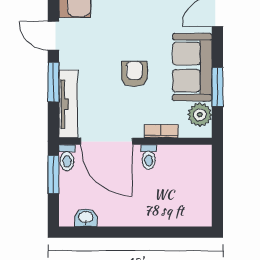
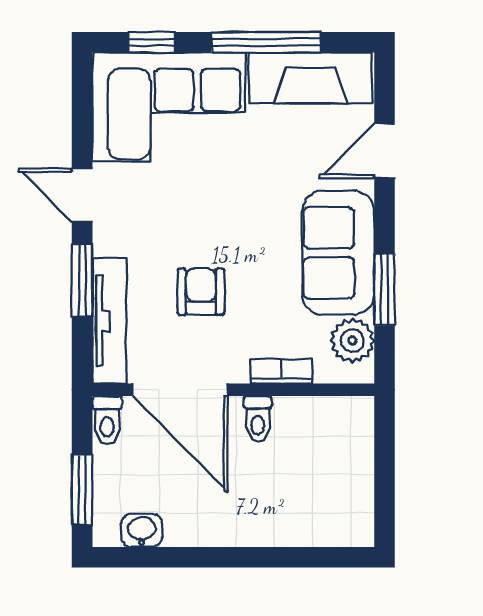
armchair: (134, 74) -> (201, 292), moved
window: (53, 174) -> (82, 490), moved

